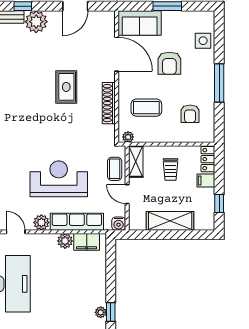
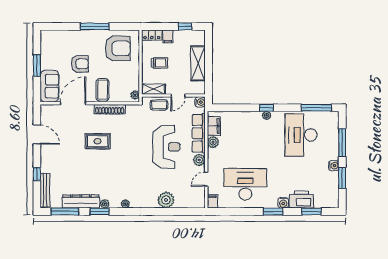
plant: (36, 22) -> (49, 164), removed
side table: (203, 41) -> (63, 39), removed
coffee table: (146, 108) -> (103, 90), moved
armchair: (190, 114) -> (118, 48), width x1.88, depth x1.88
reception desk: (59, 179) -> (166, 147), turned 180

